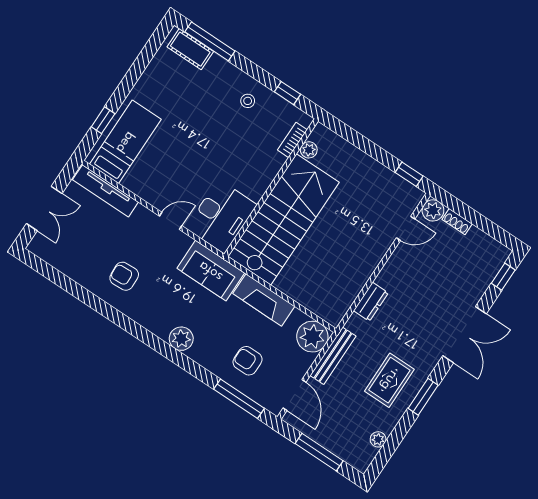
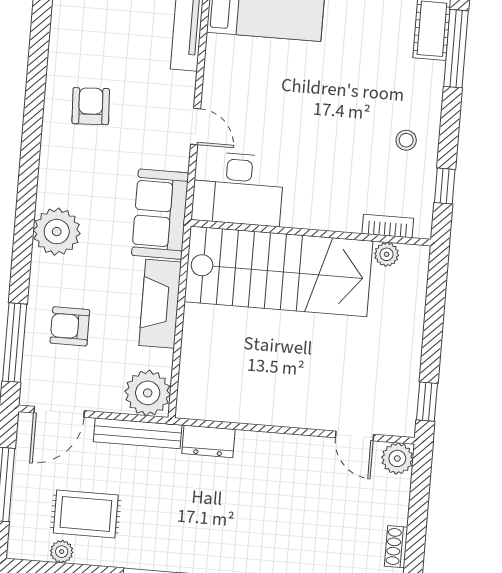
shoe rack: (457, 222) -> (396, 547), moved
dresser: (371, 302) -> (208, 441), moved
plant: (181, 339) -> (57, 232), width x1.36, depth x1.36
armchair: (248, 361) -> (70, 326), turned -90
rug: (389, 380) -> (86, 514), moved

